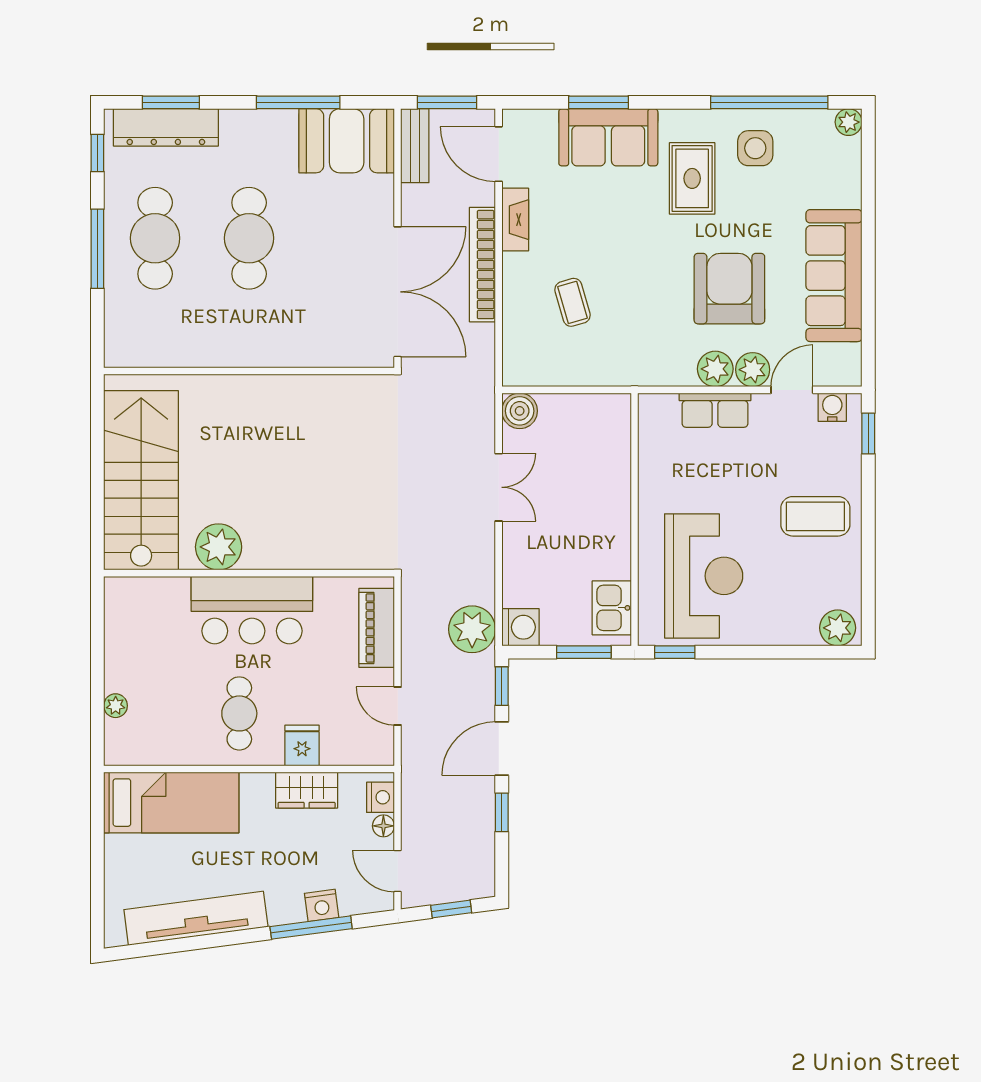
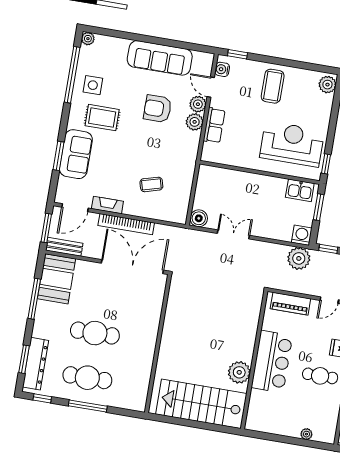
armchair: (729, 289) -> (158, 109), width x0.73, depth x0.73

